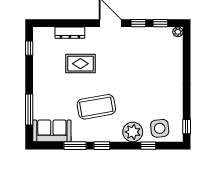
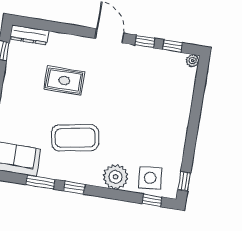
dresser: (70, 33) -> (29, 35), moved
window: (148, 146) -> (152, 200), moved

